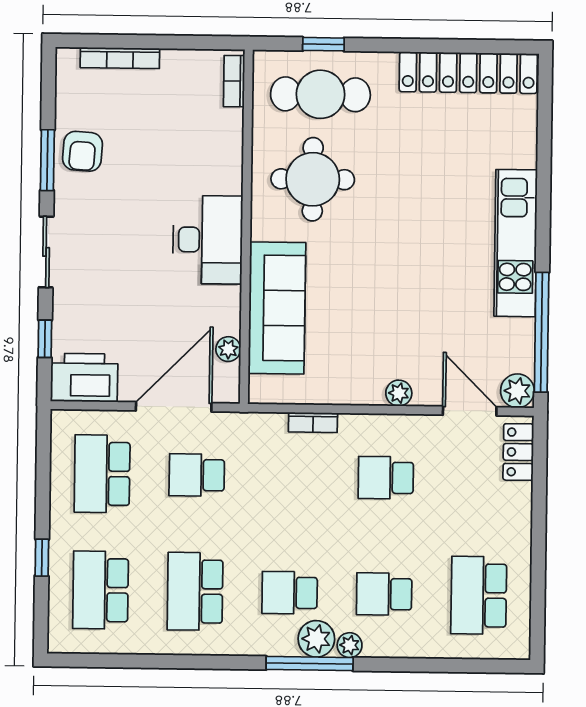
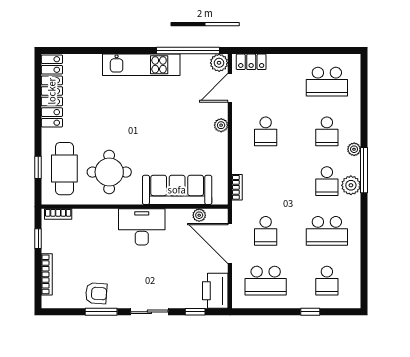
window: (188, 42) -> (38, 239), added
bookcase: (313, 422) -> (237, 187), moved
school desk: (101, 590) -> (327, 281), width x0.54
plant: (316, 639) -> (351, 185), moved

